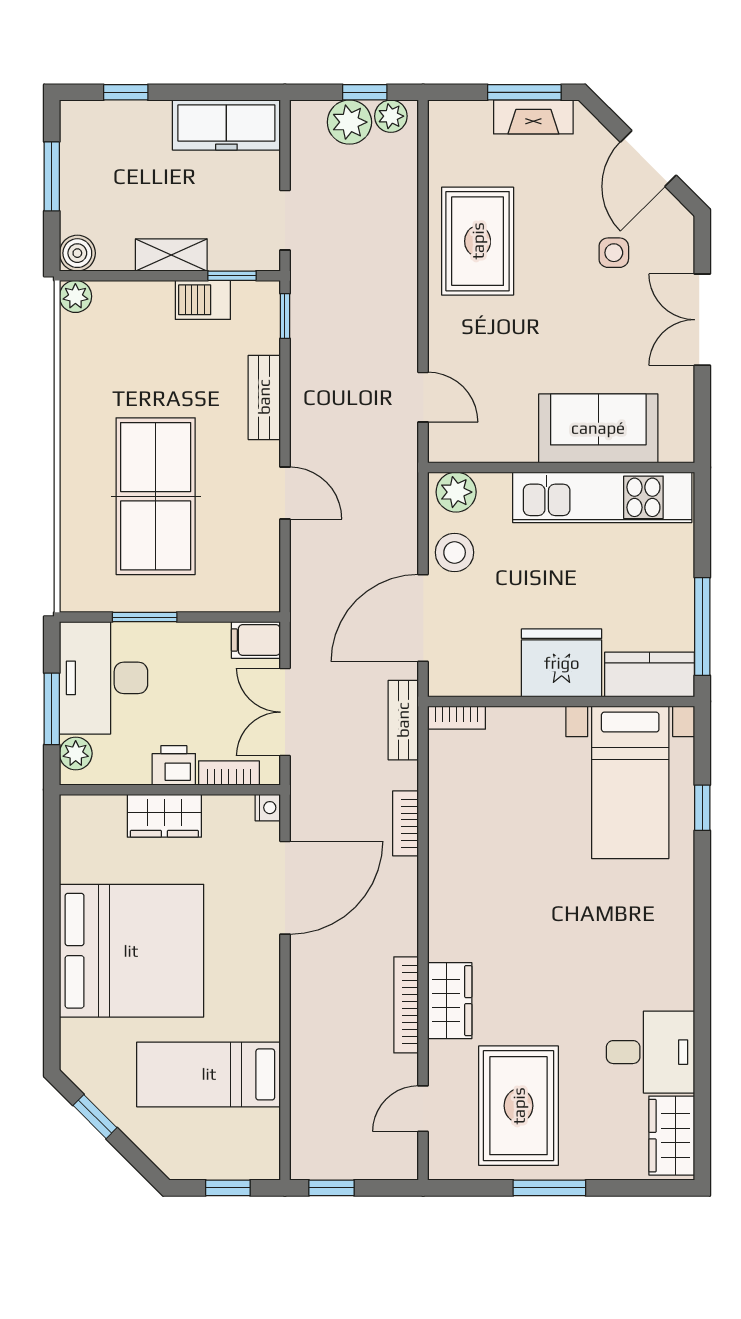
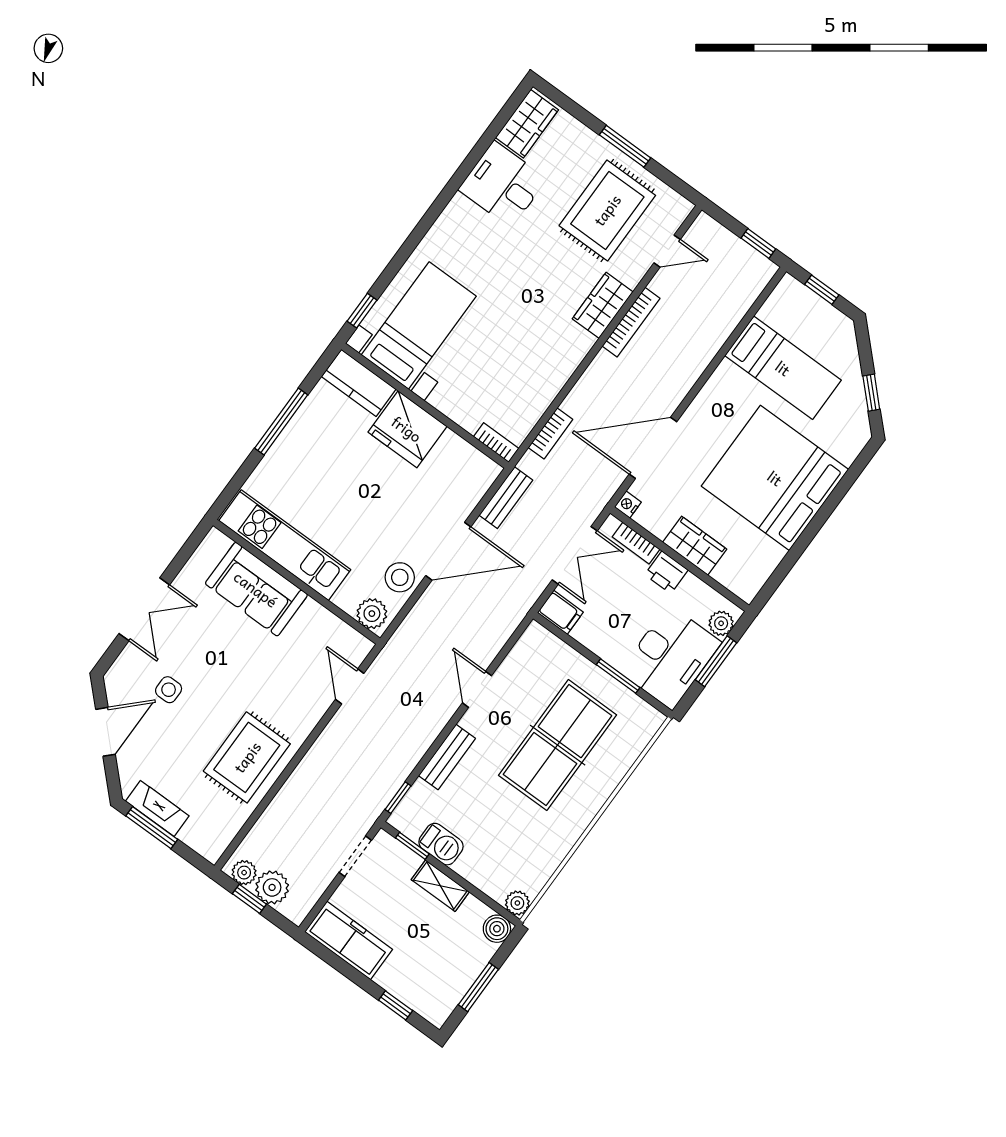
fridge: (562, 663) -> (407, 429), moved
kitchen counter: (650, 674) -> (359, 383), moved
wall: (561, 701) -> (425, 406), moved
bookcase: (457, 718) -> (496, 443), moved
bed with nightstands: (630, 782) -> (419, 326), moved

